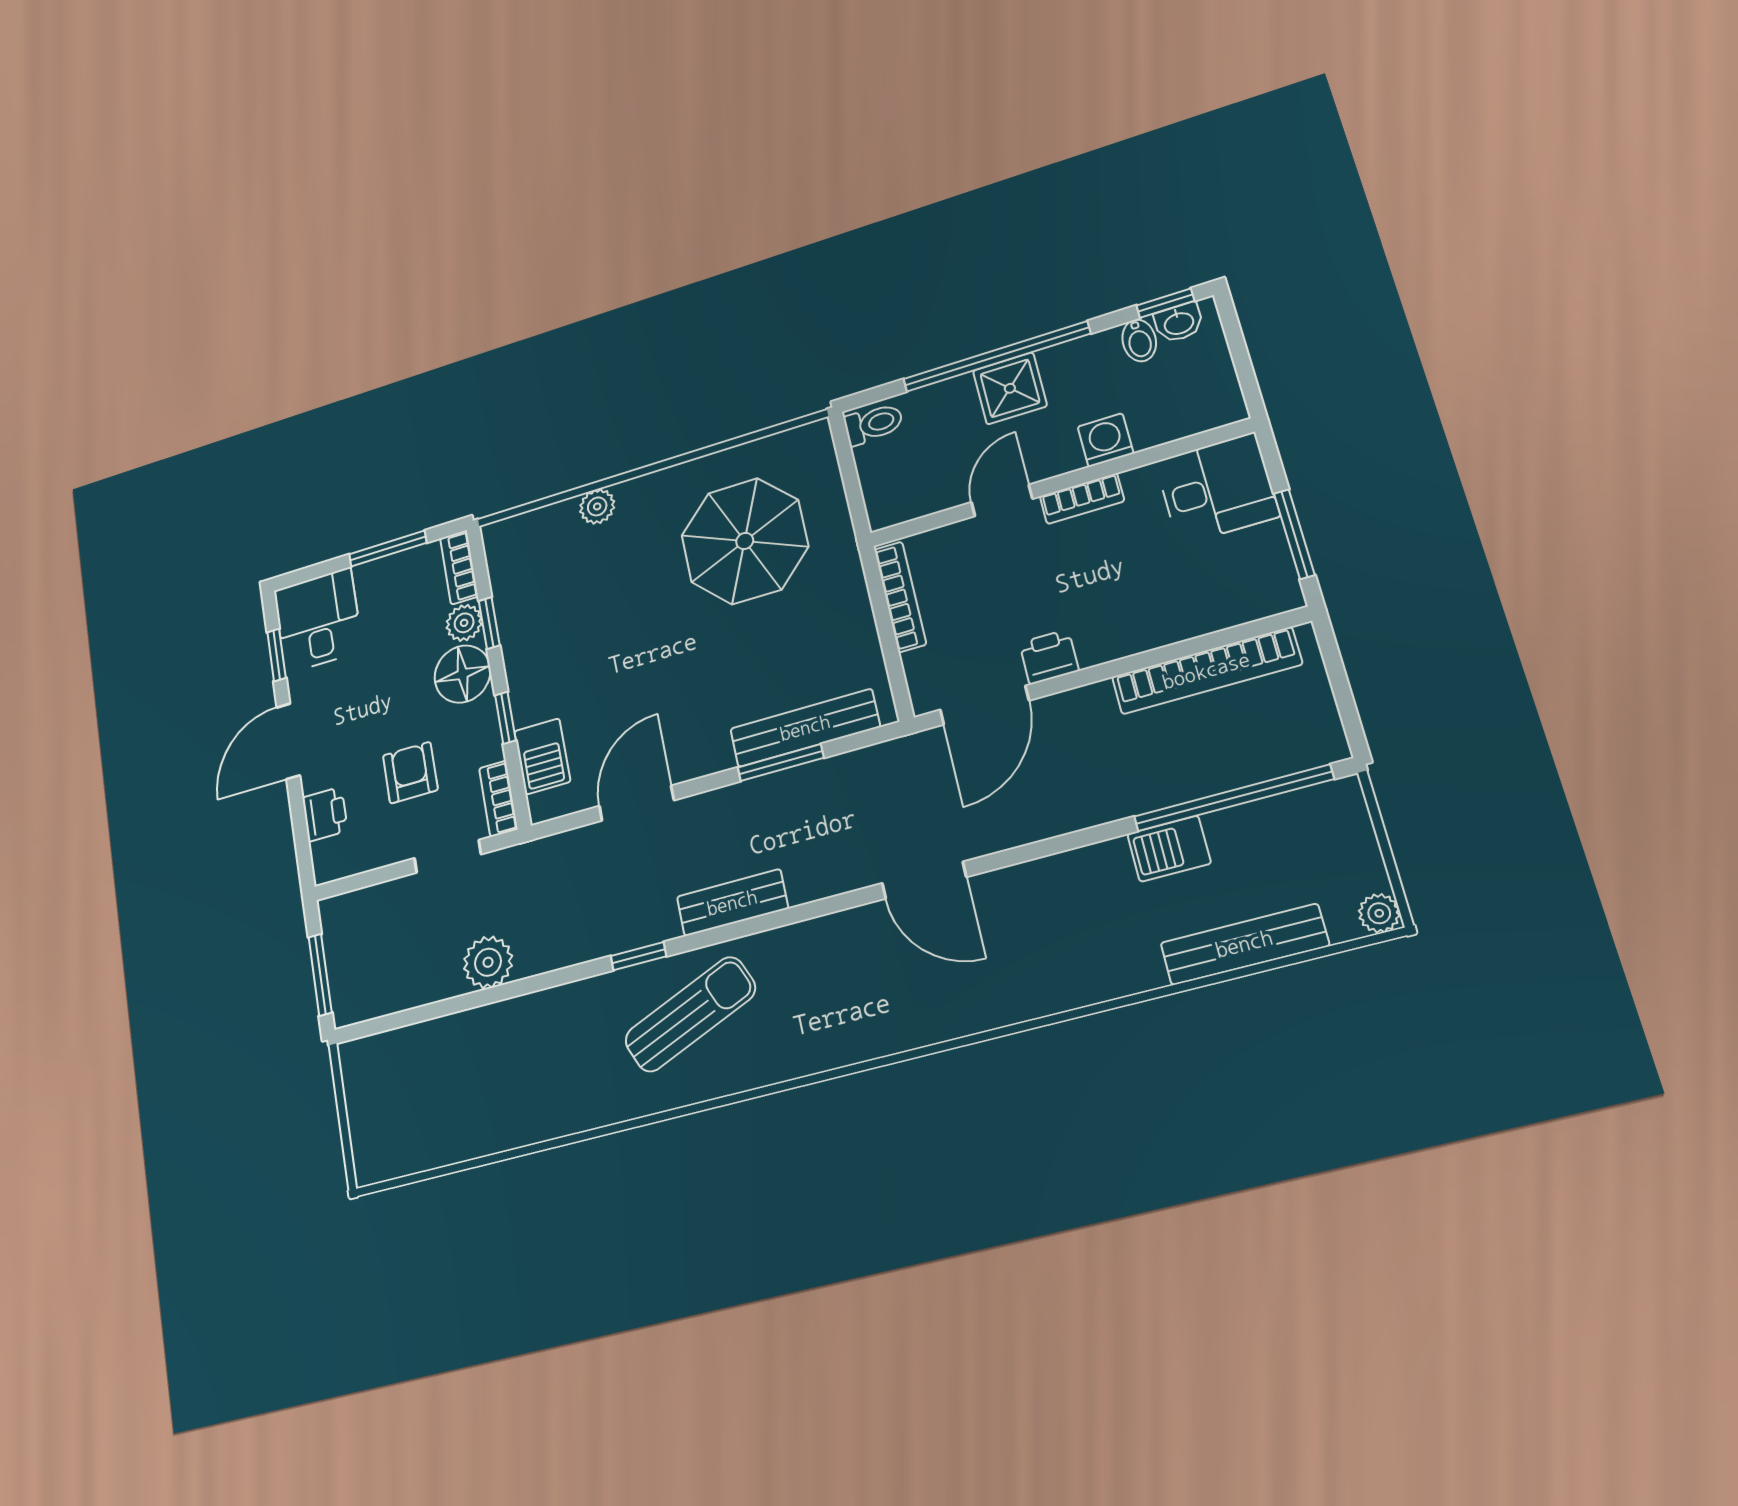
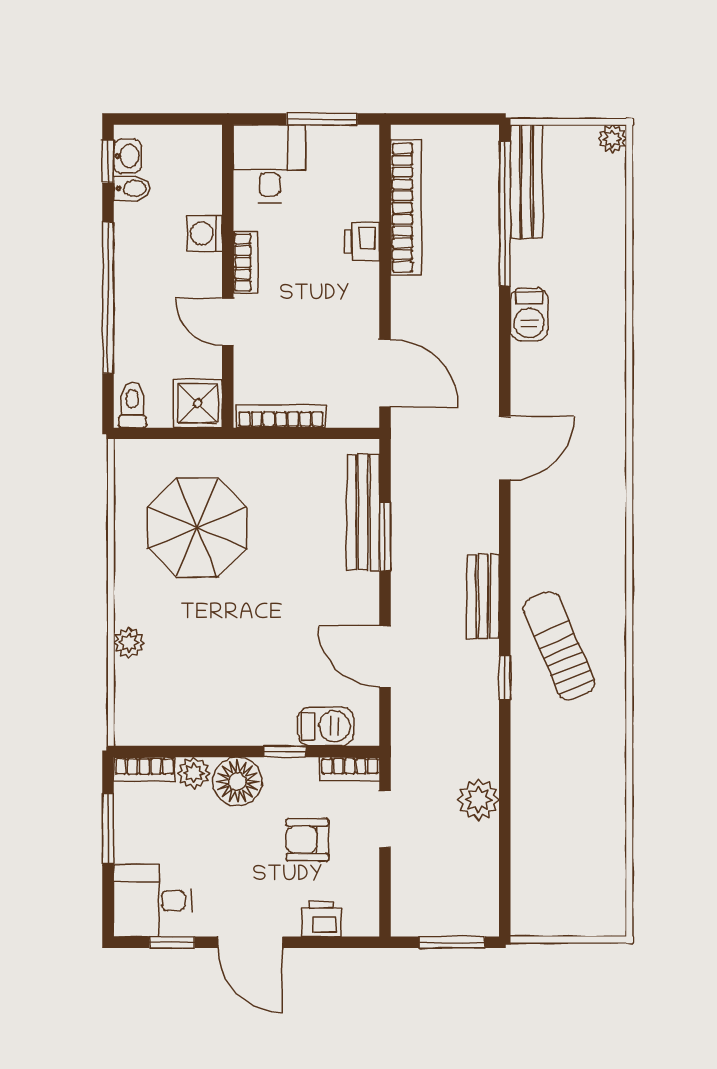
shower: (1010, 388) -> (198, 403), moved
window: (489, 623) -> (201, 751), removed
printer: (1049, 657) -> (362, 242), moved
barbecue: (1169, 849) -> (529, 314), moved
bench: (1244, 944) -> (526, 182), moved

